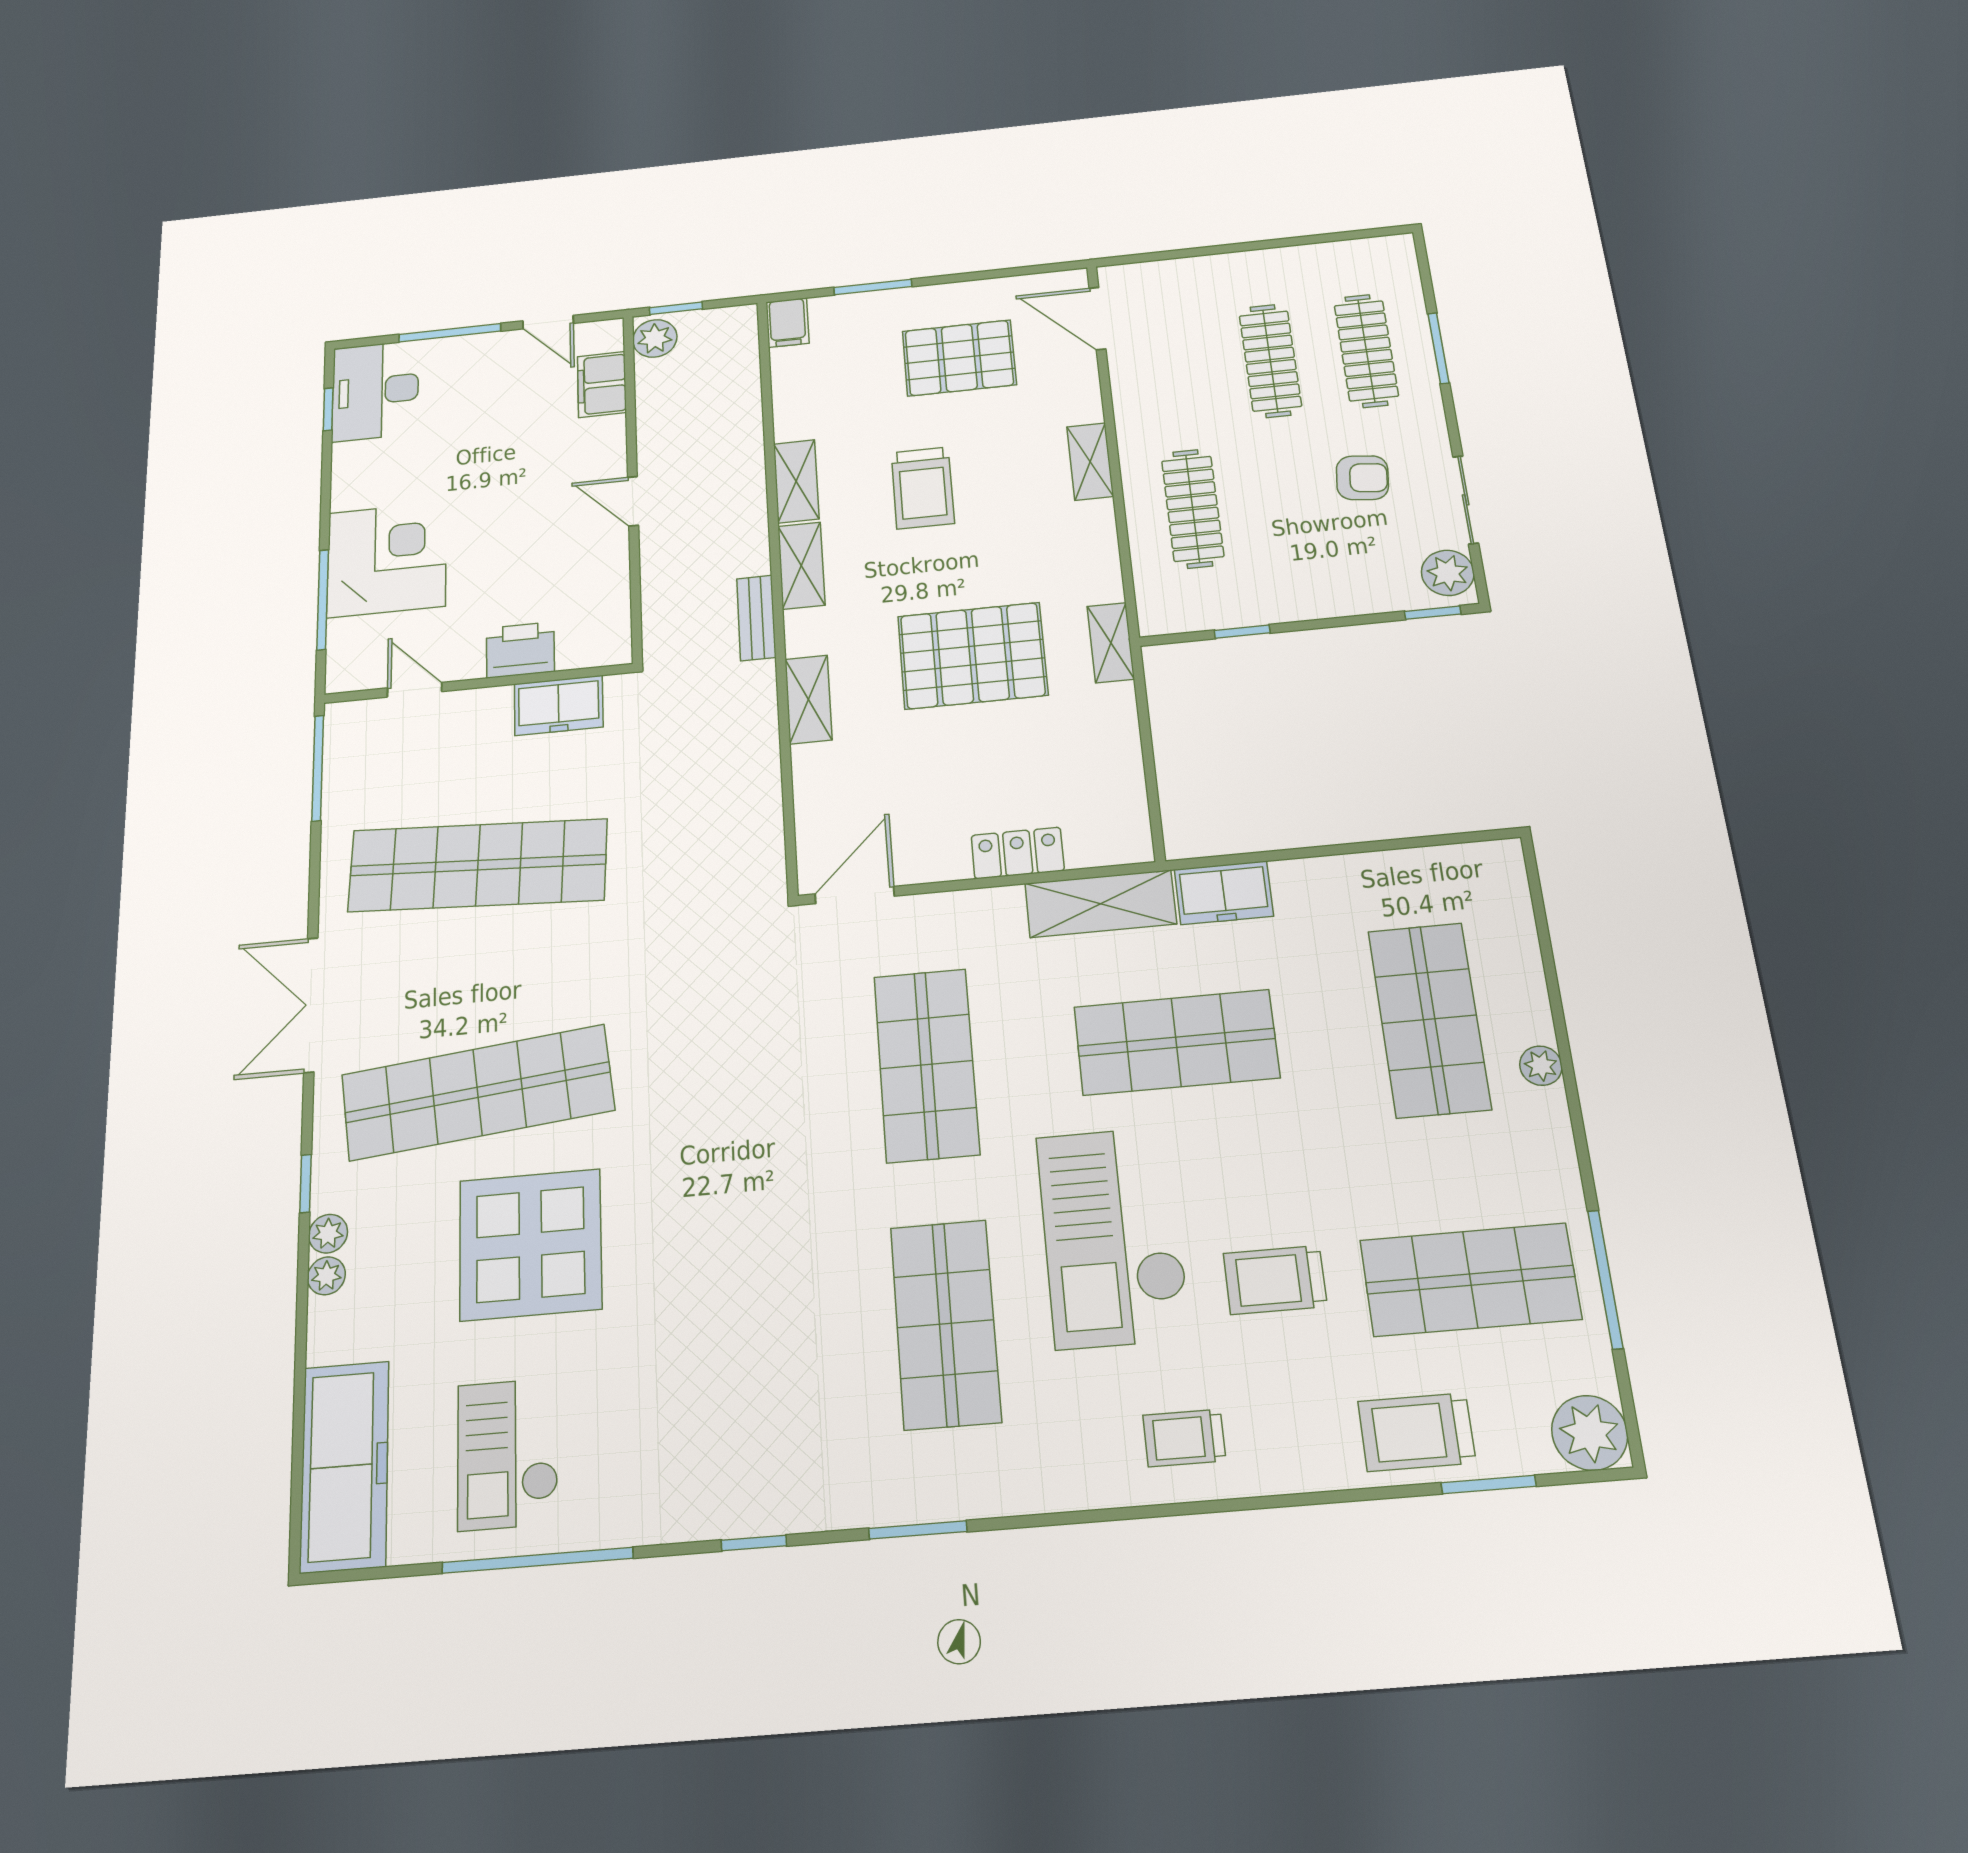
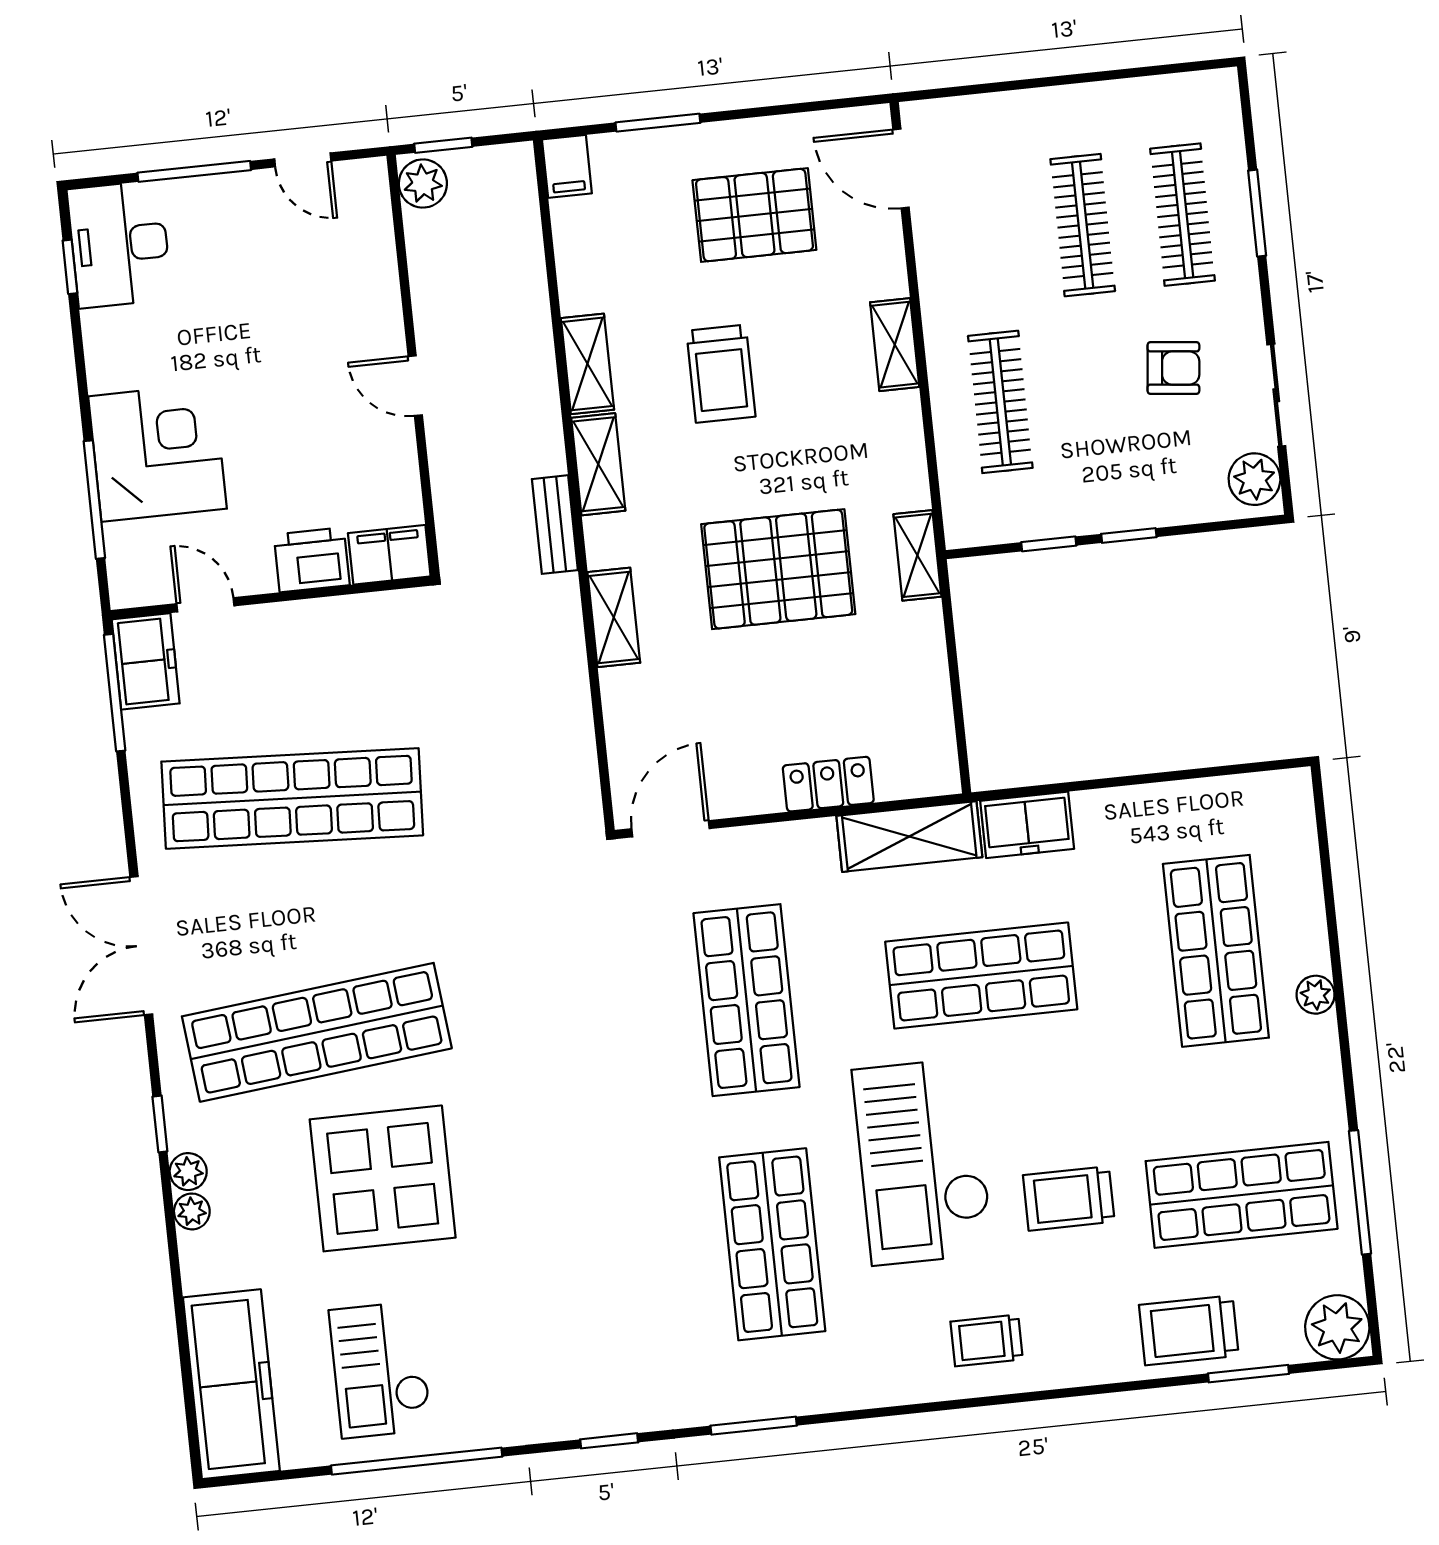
filing cabinet: (602, 384) -> (389, 555), moved, turned 90
window: (1433, 613) -> (1129, 535), moved
freezer: (559, 705) -> (146, 661), moved, turned -90

